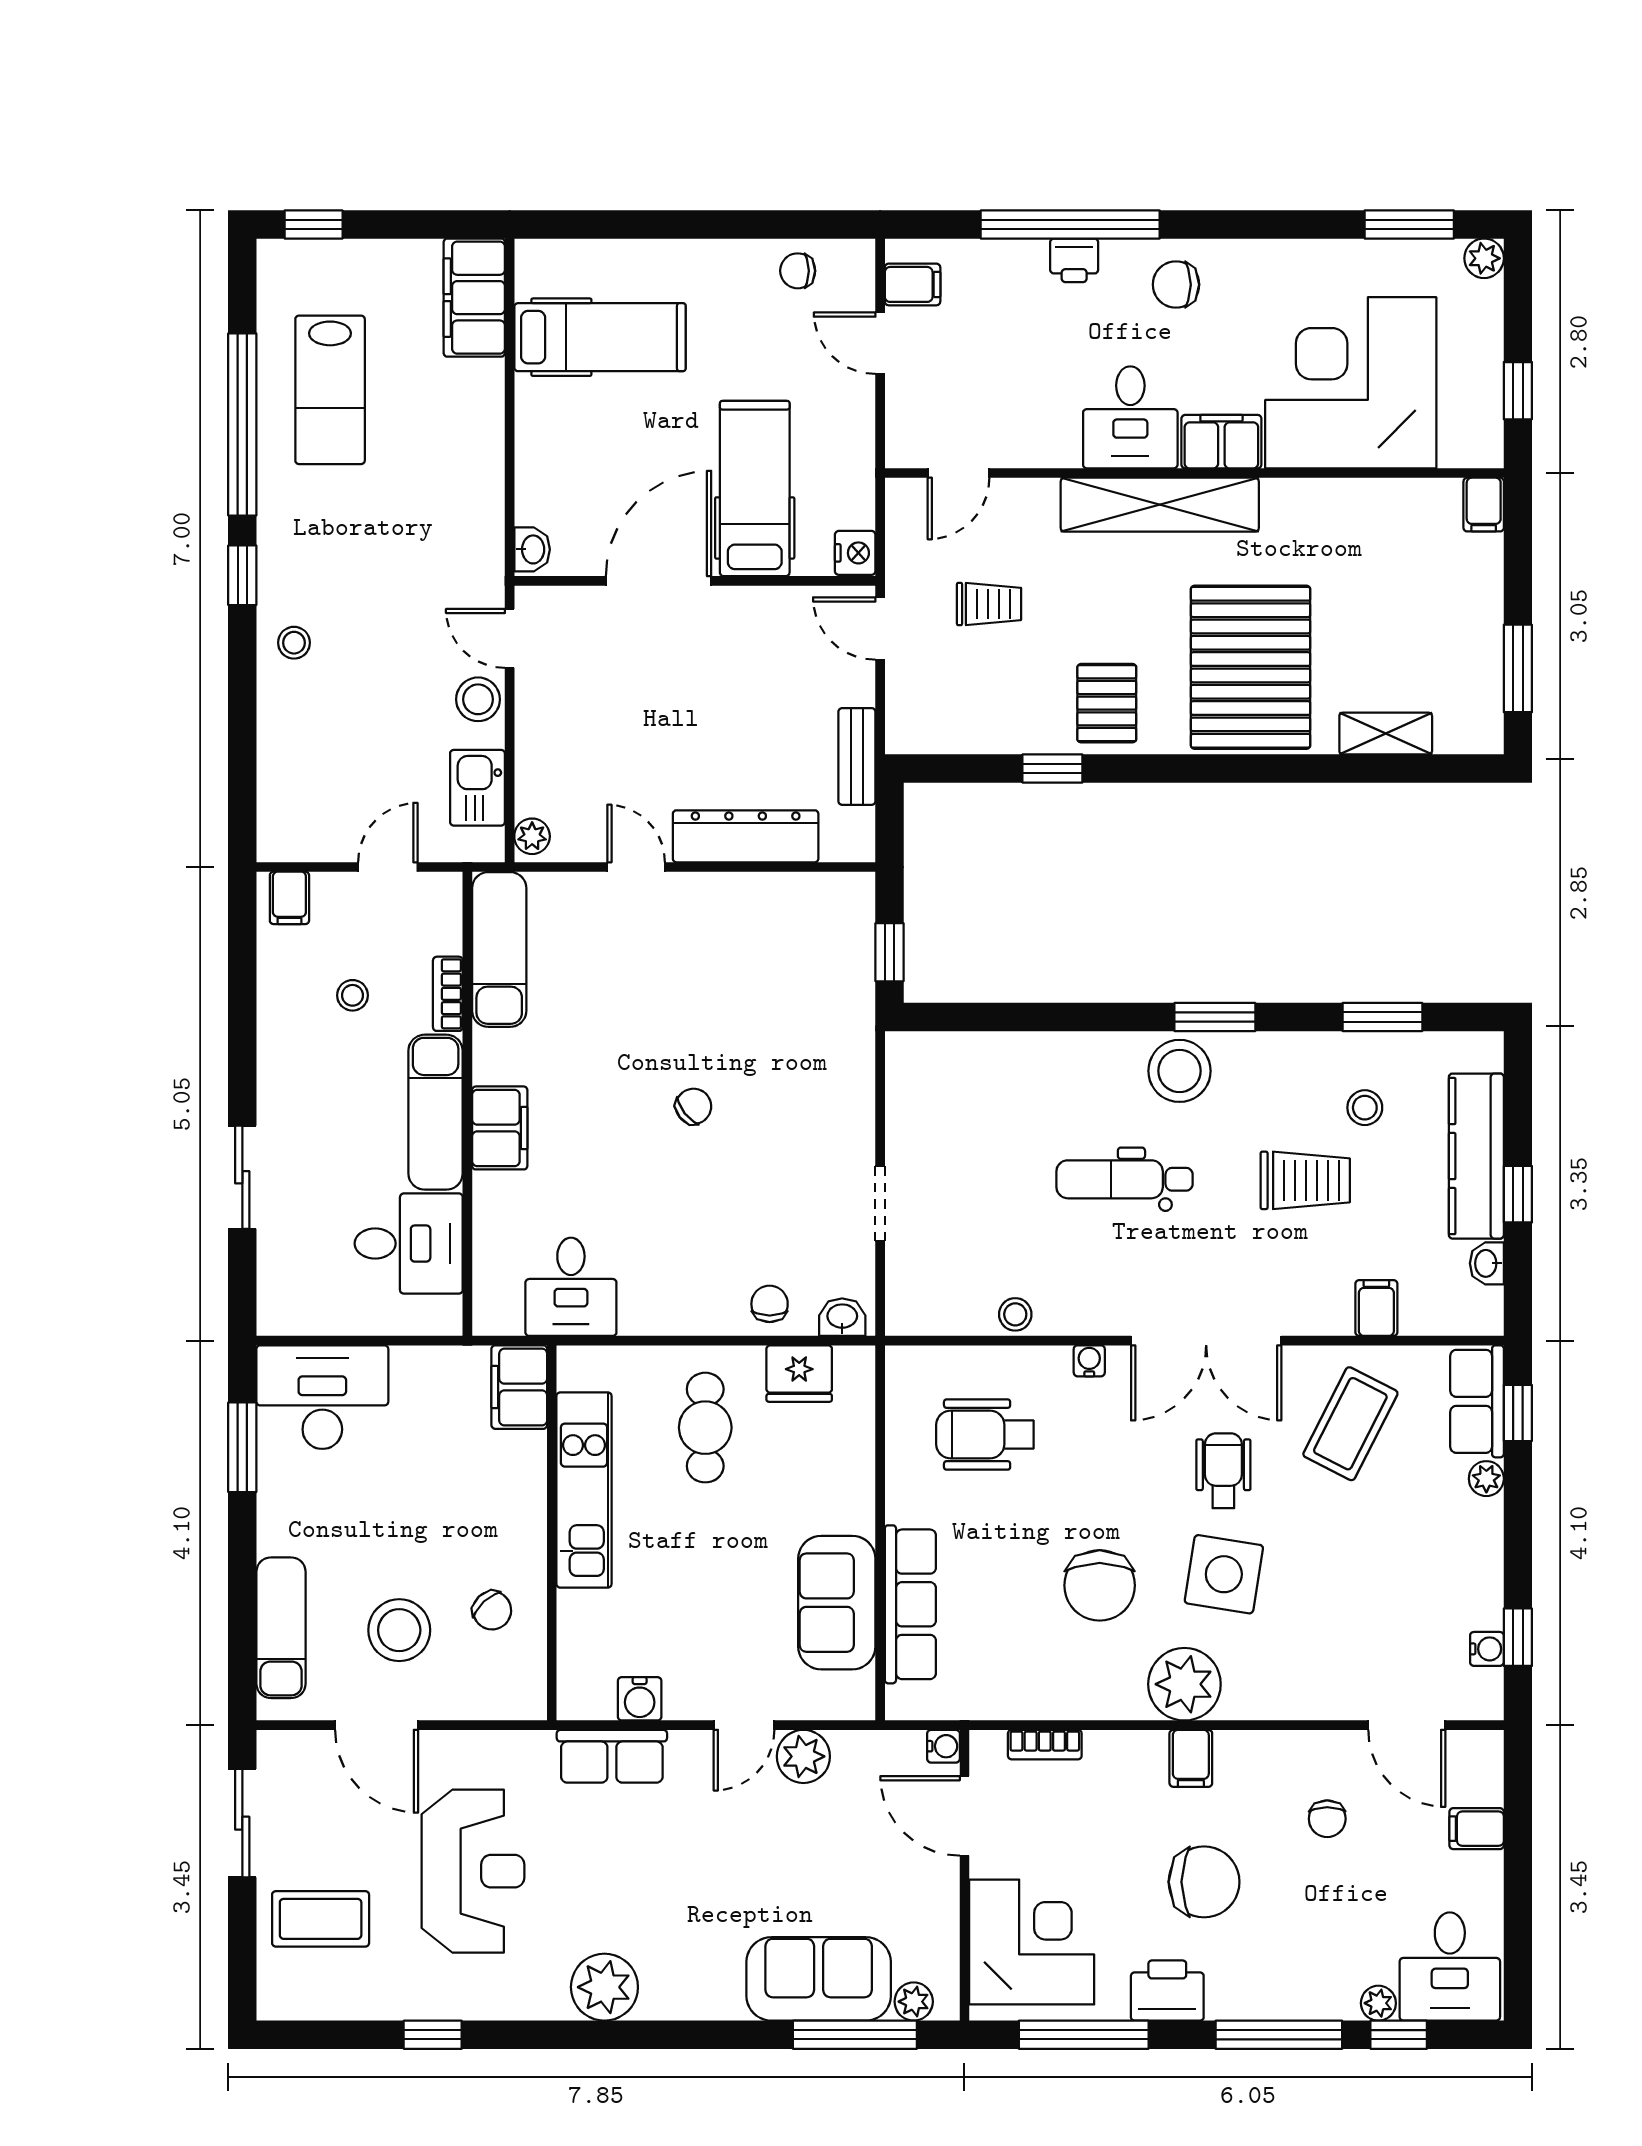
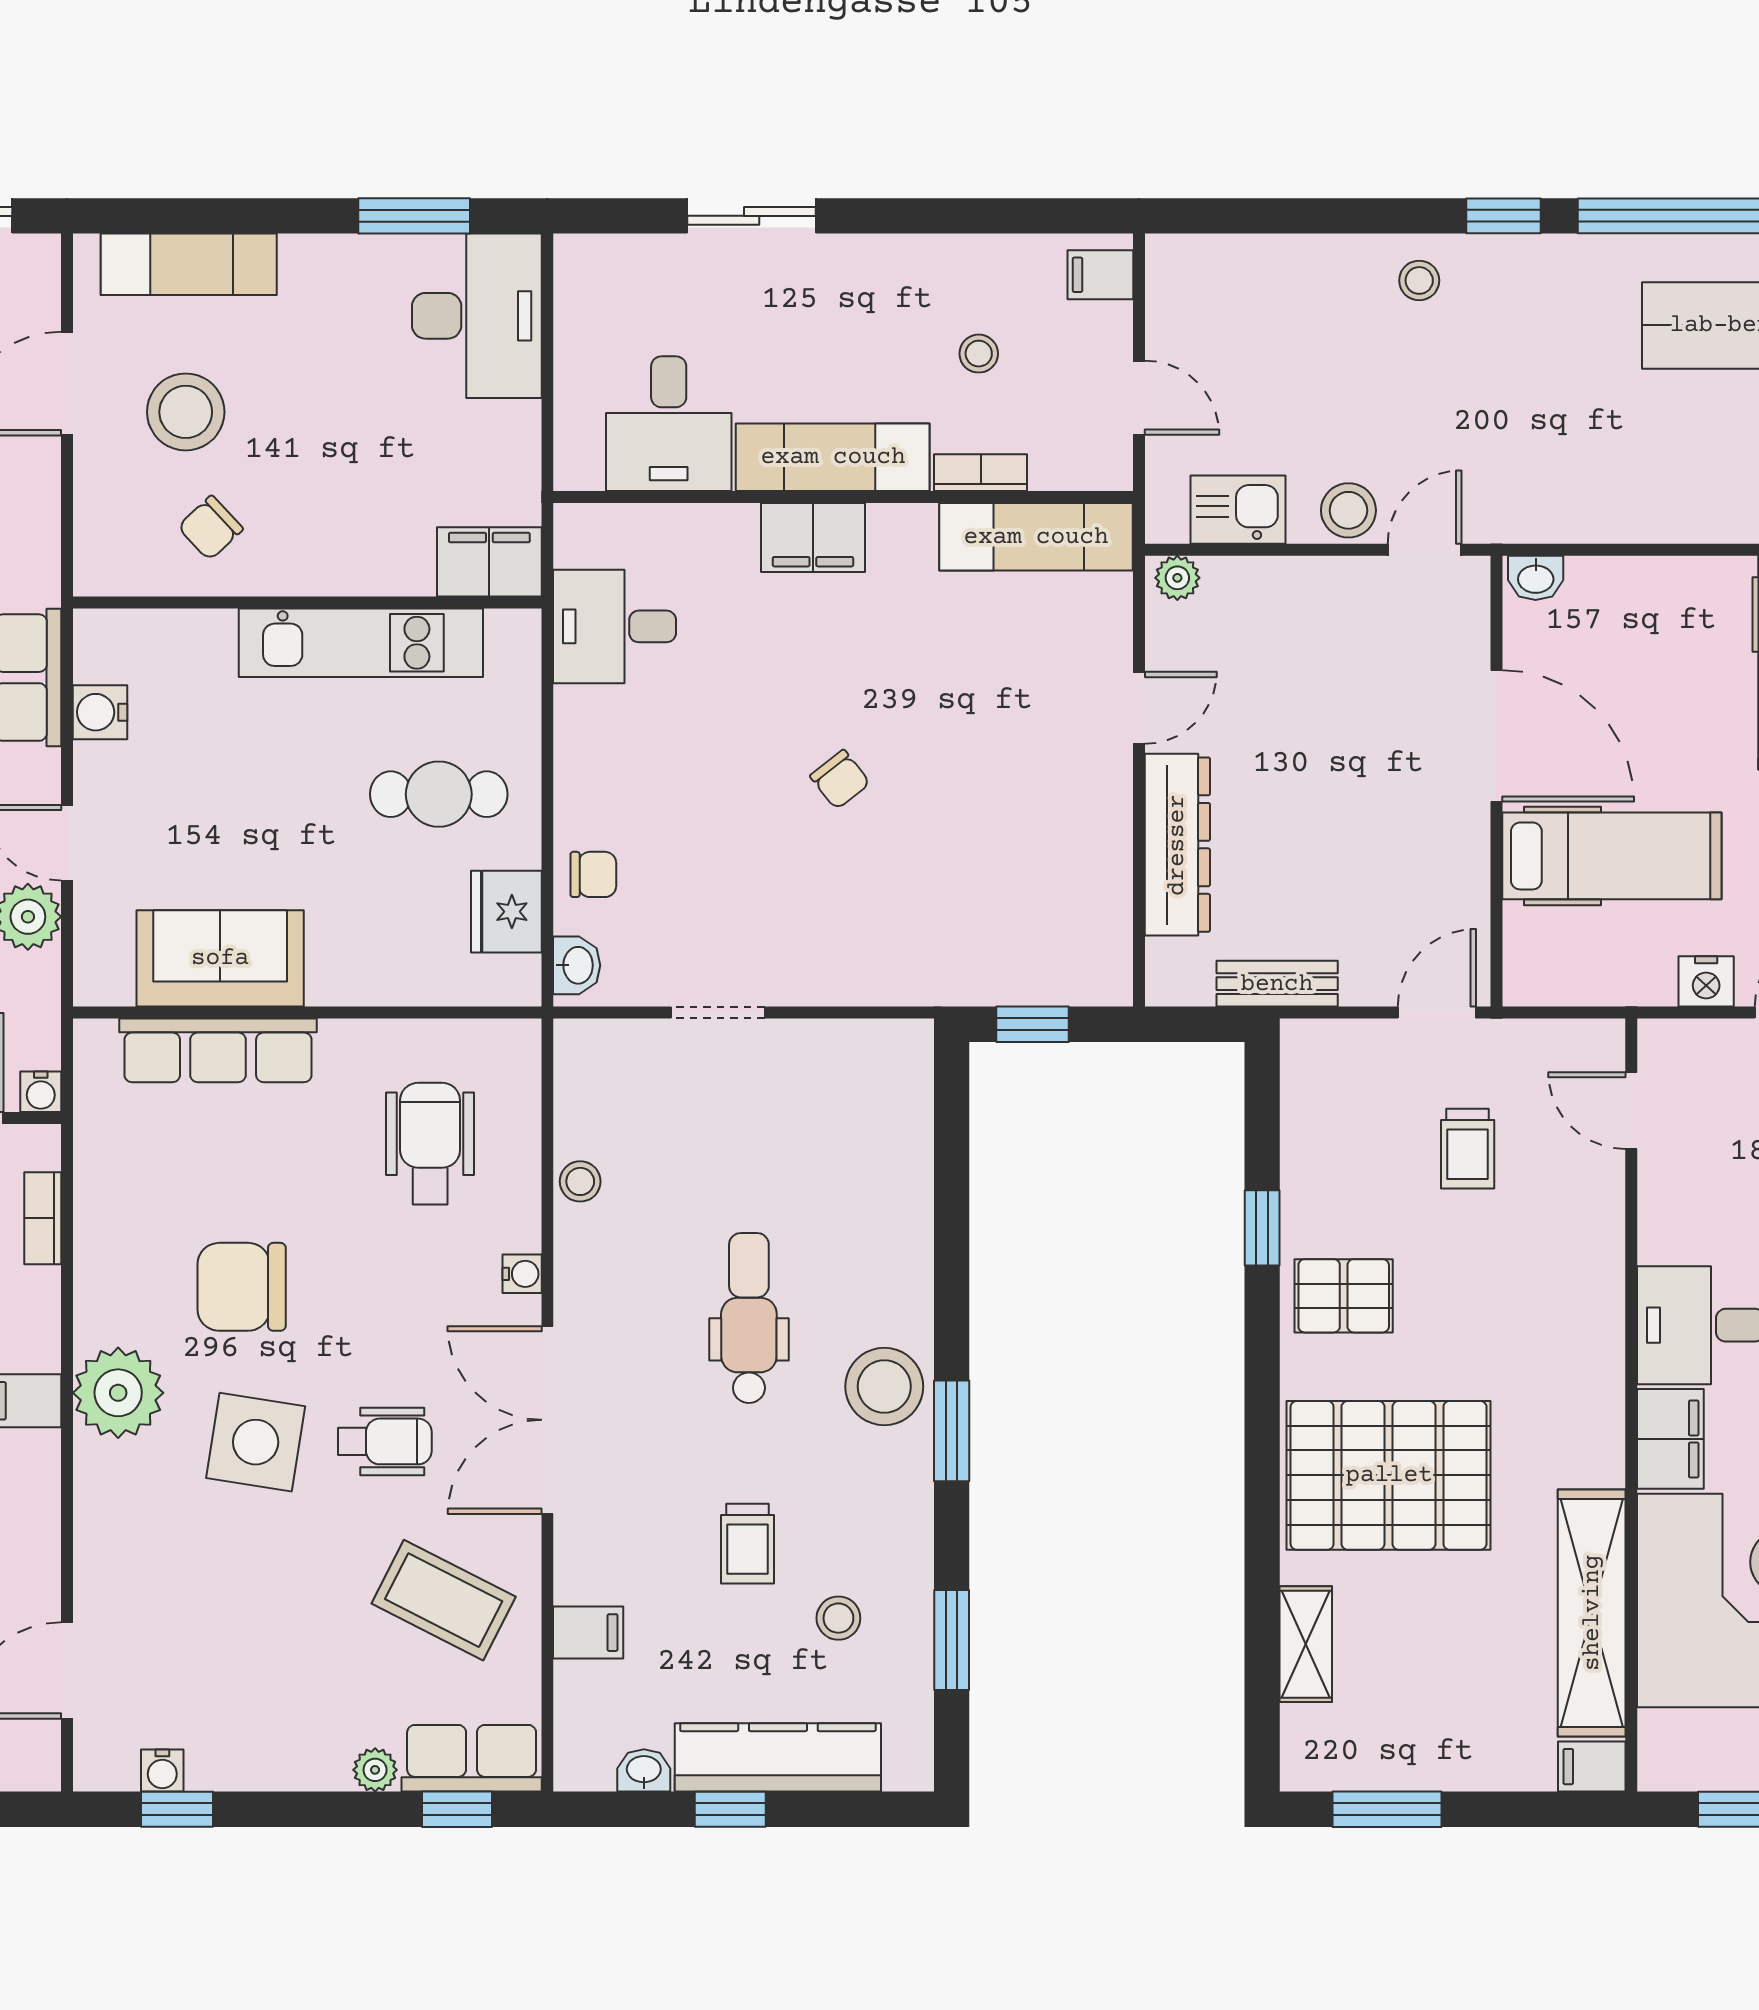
shelving: (1160, 505) -> (1592, 1613), moved
nightstand: (855, 553) -> (1706, 981), moved
trolley: (1305, 1180) -> (748, 1544), width x0.73, depth x0.72

